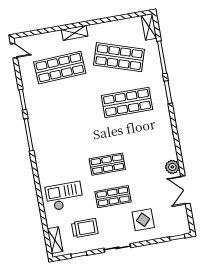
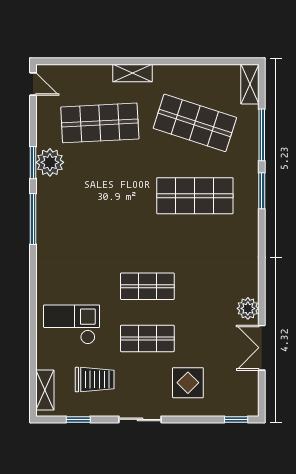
plant: (33, 98) -> (50, 162), added

